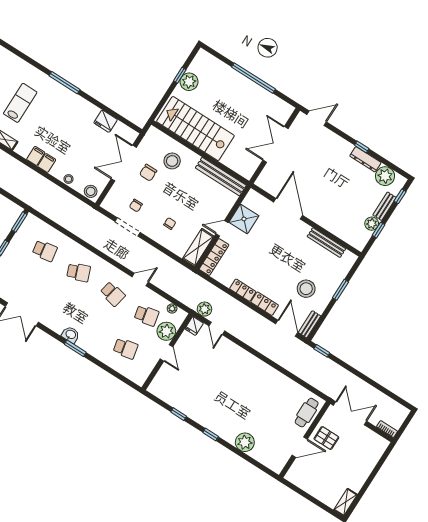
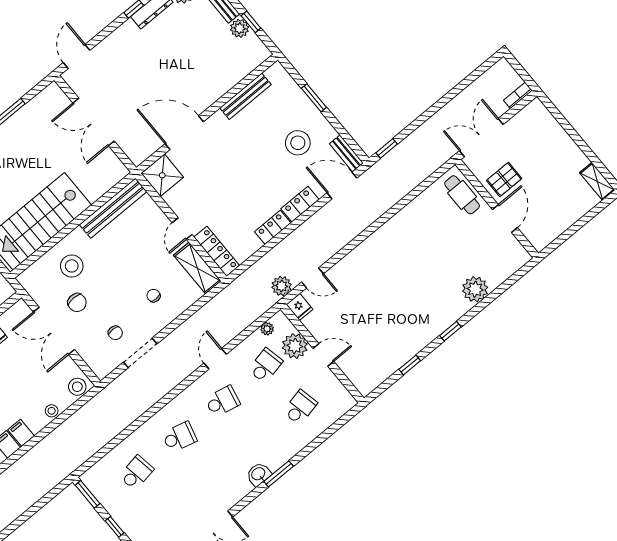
shower: (244, 219) -> (162, 175), moved
school desk: (79, 272) -> (179, 437), turned 36

